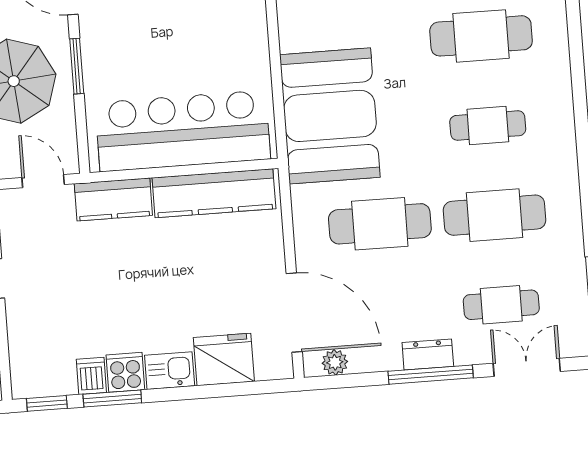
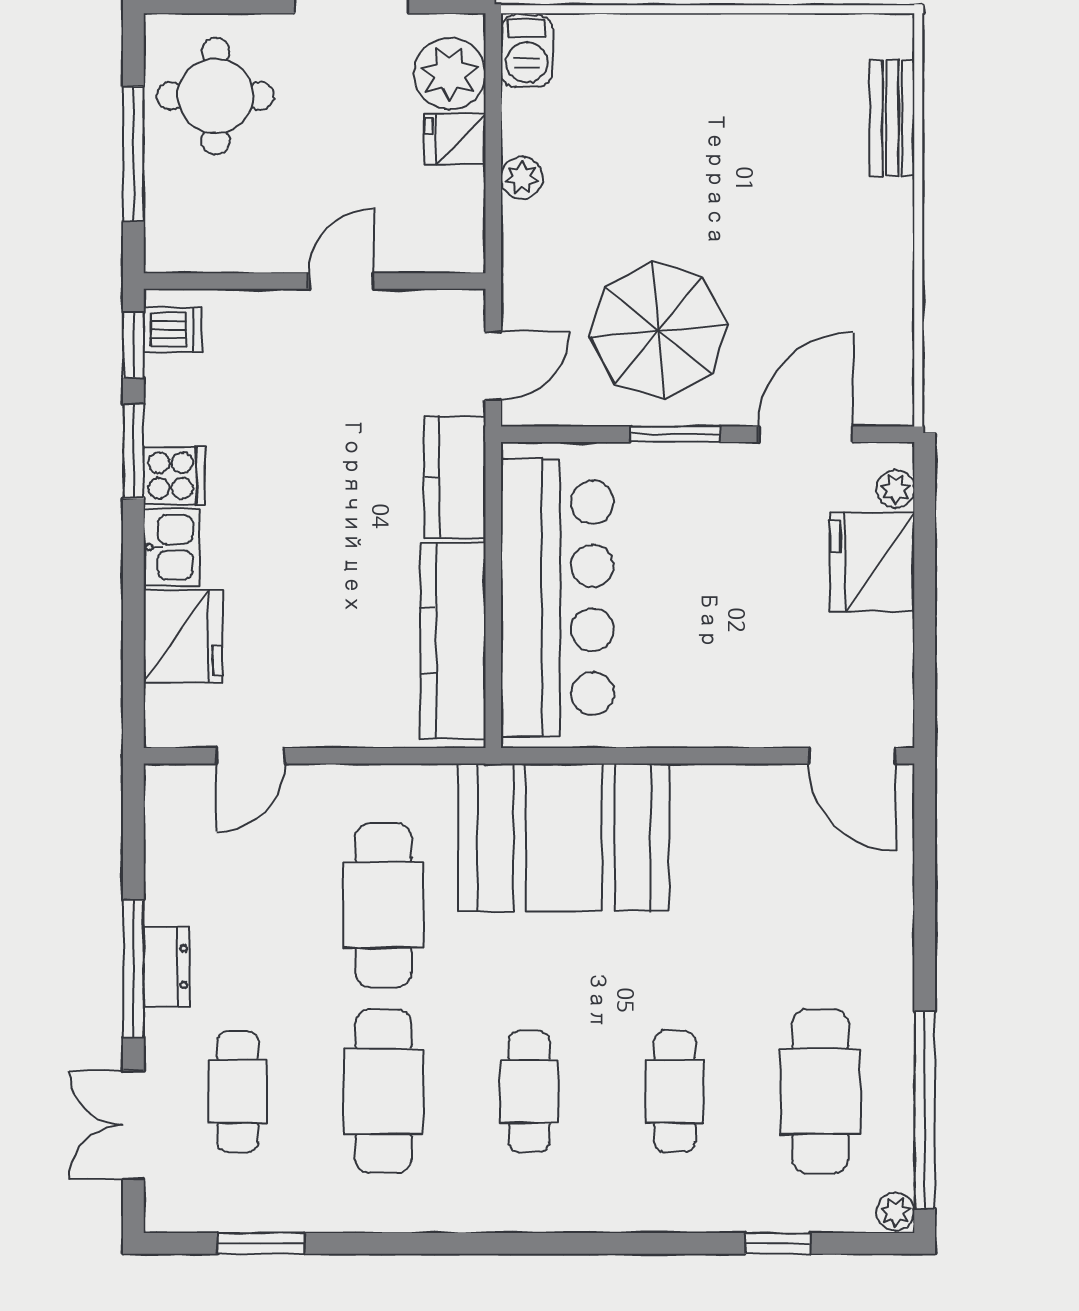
cafe table: (481, 36) -> (675, 1091), width x0.73, depth x0.74
door: (294, 312) -> (250, 756), width x0.53
plant: (335, 362) -> (165, 815), removed
double door: (527, 367) -> (133, 1125), swing flipped
dishwasher: (91, 376) -> (172, 330), moved

